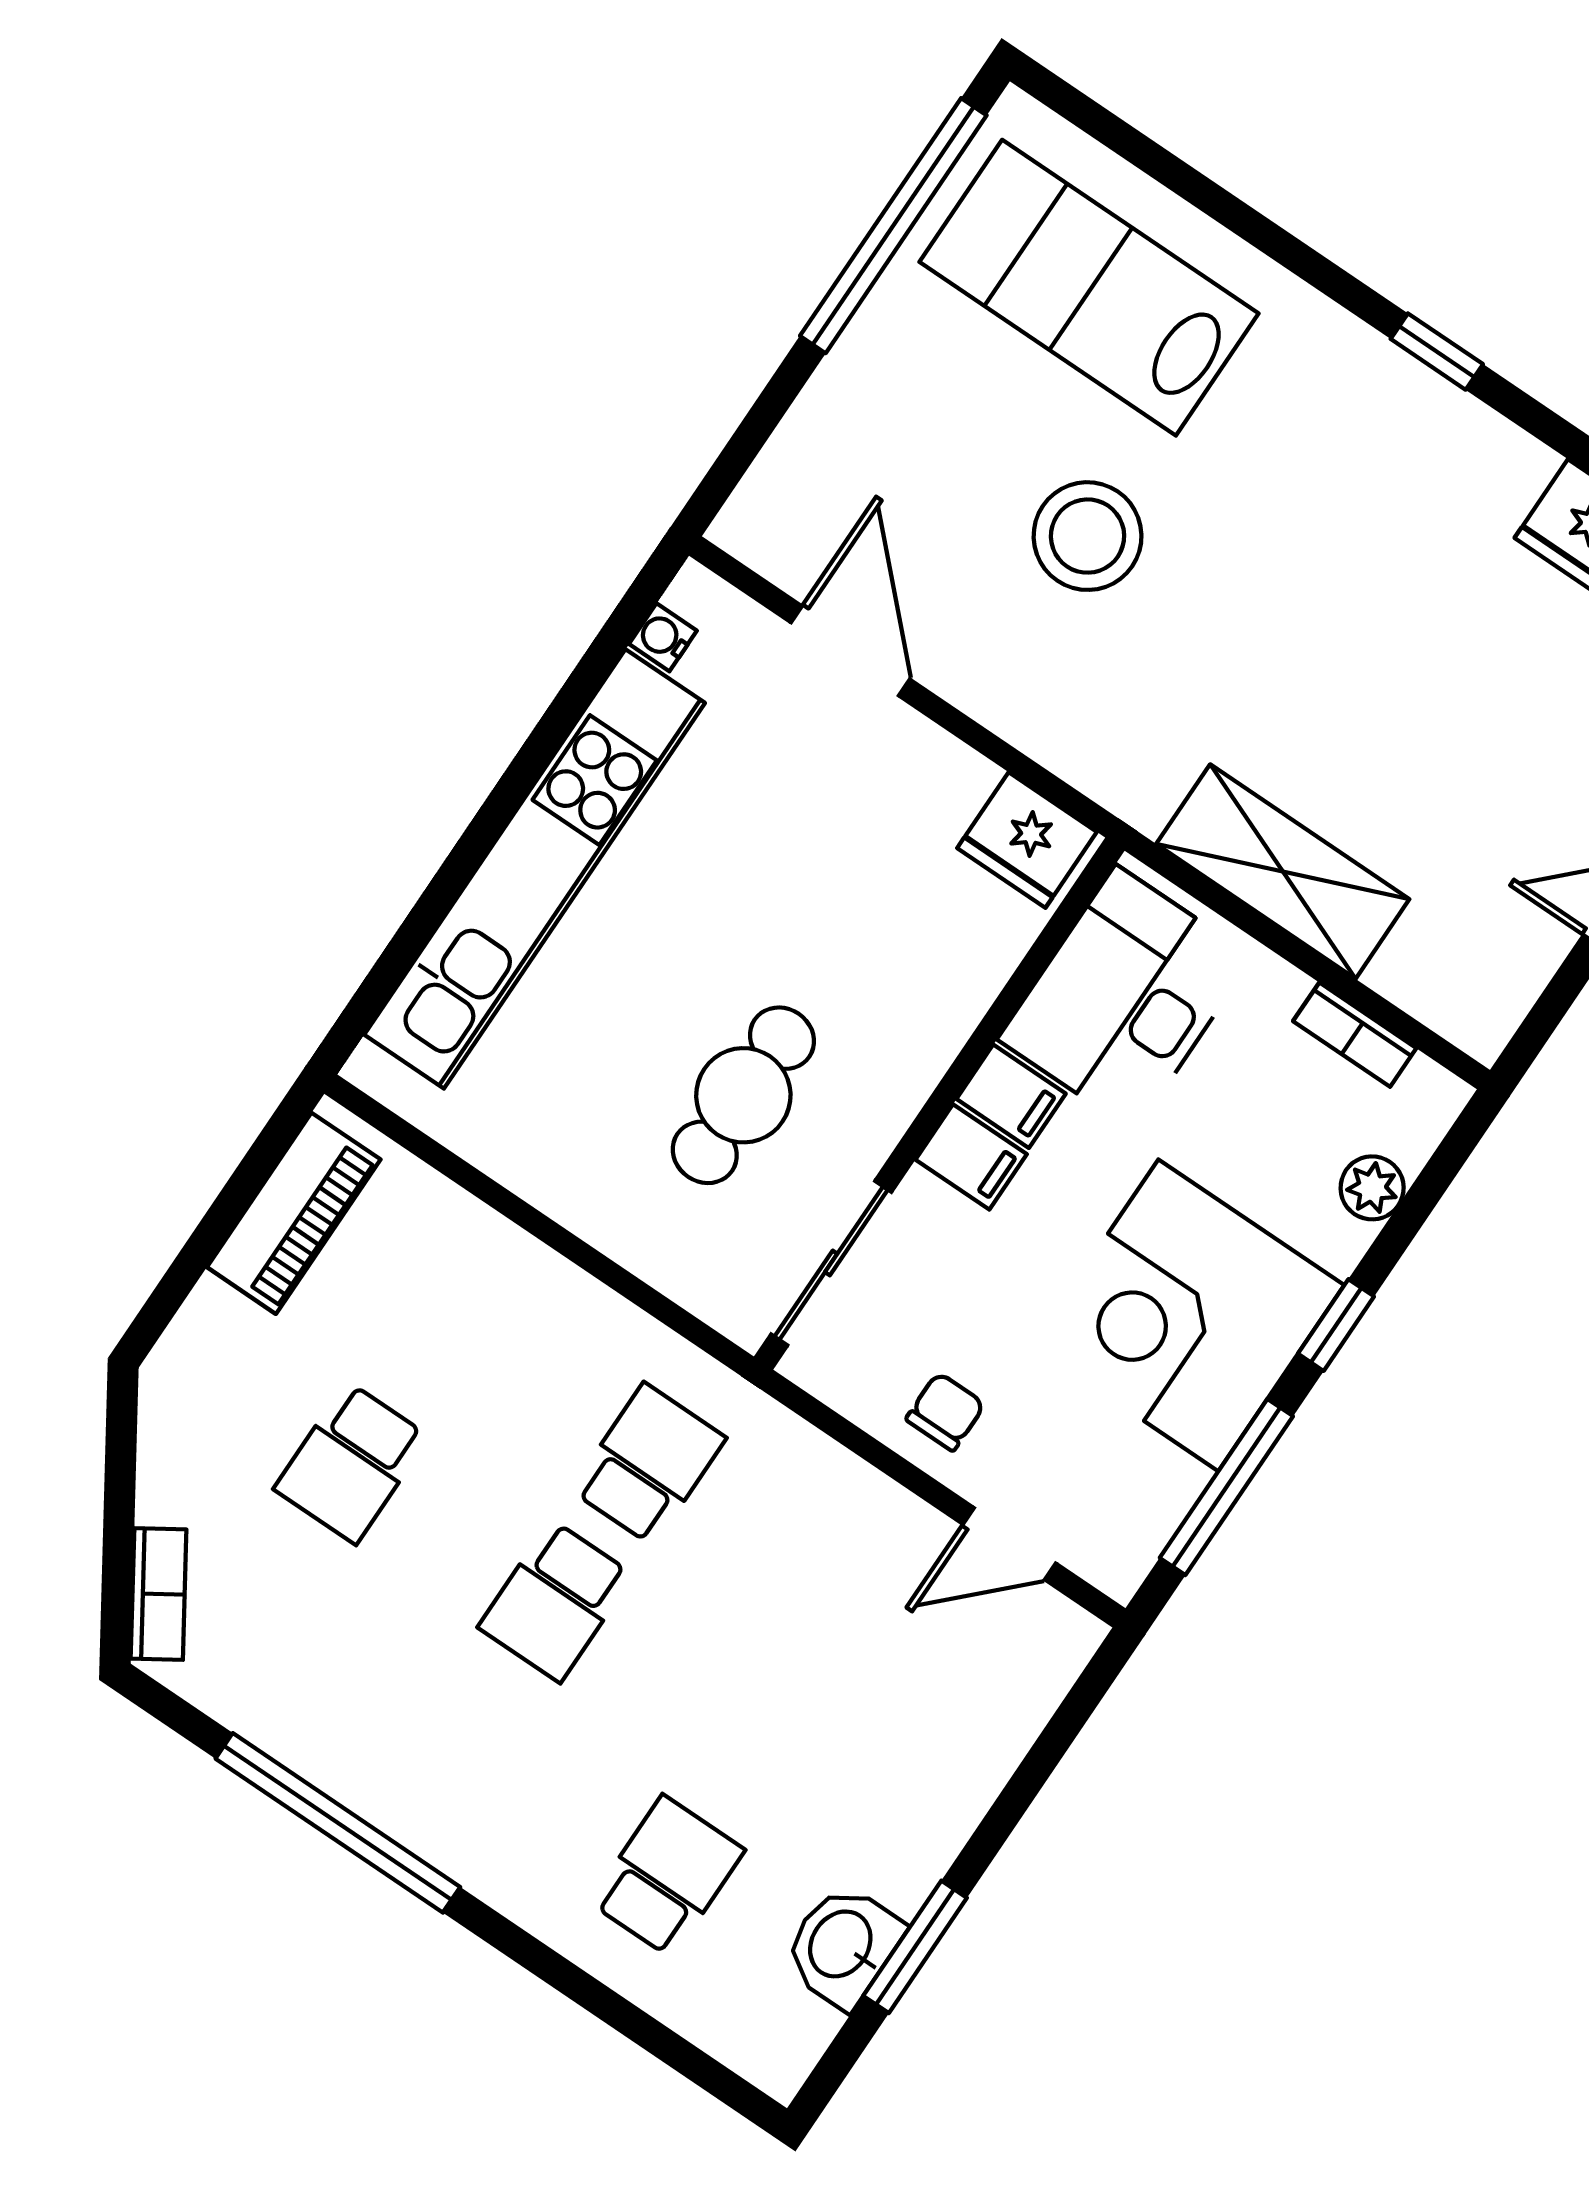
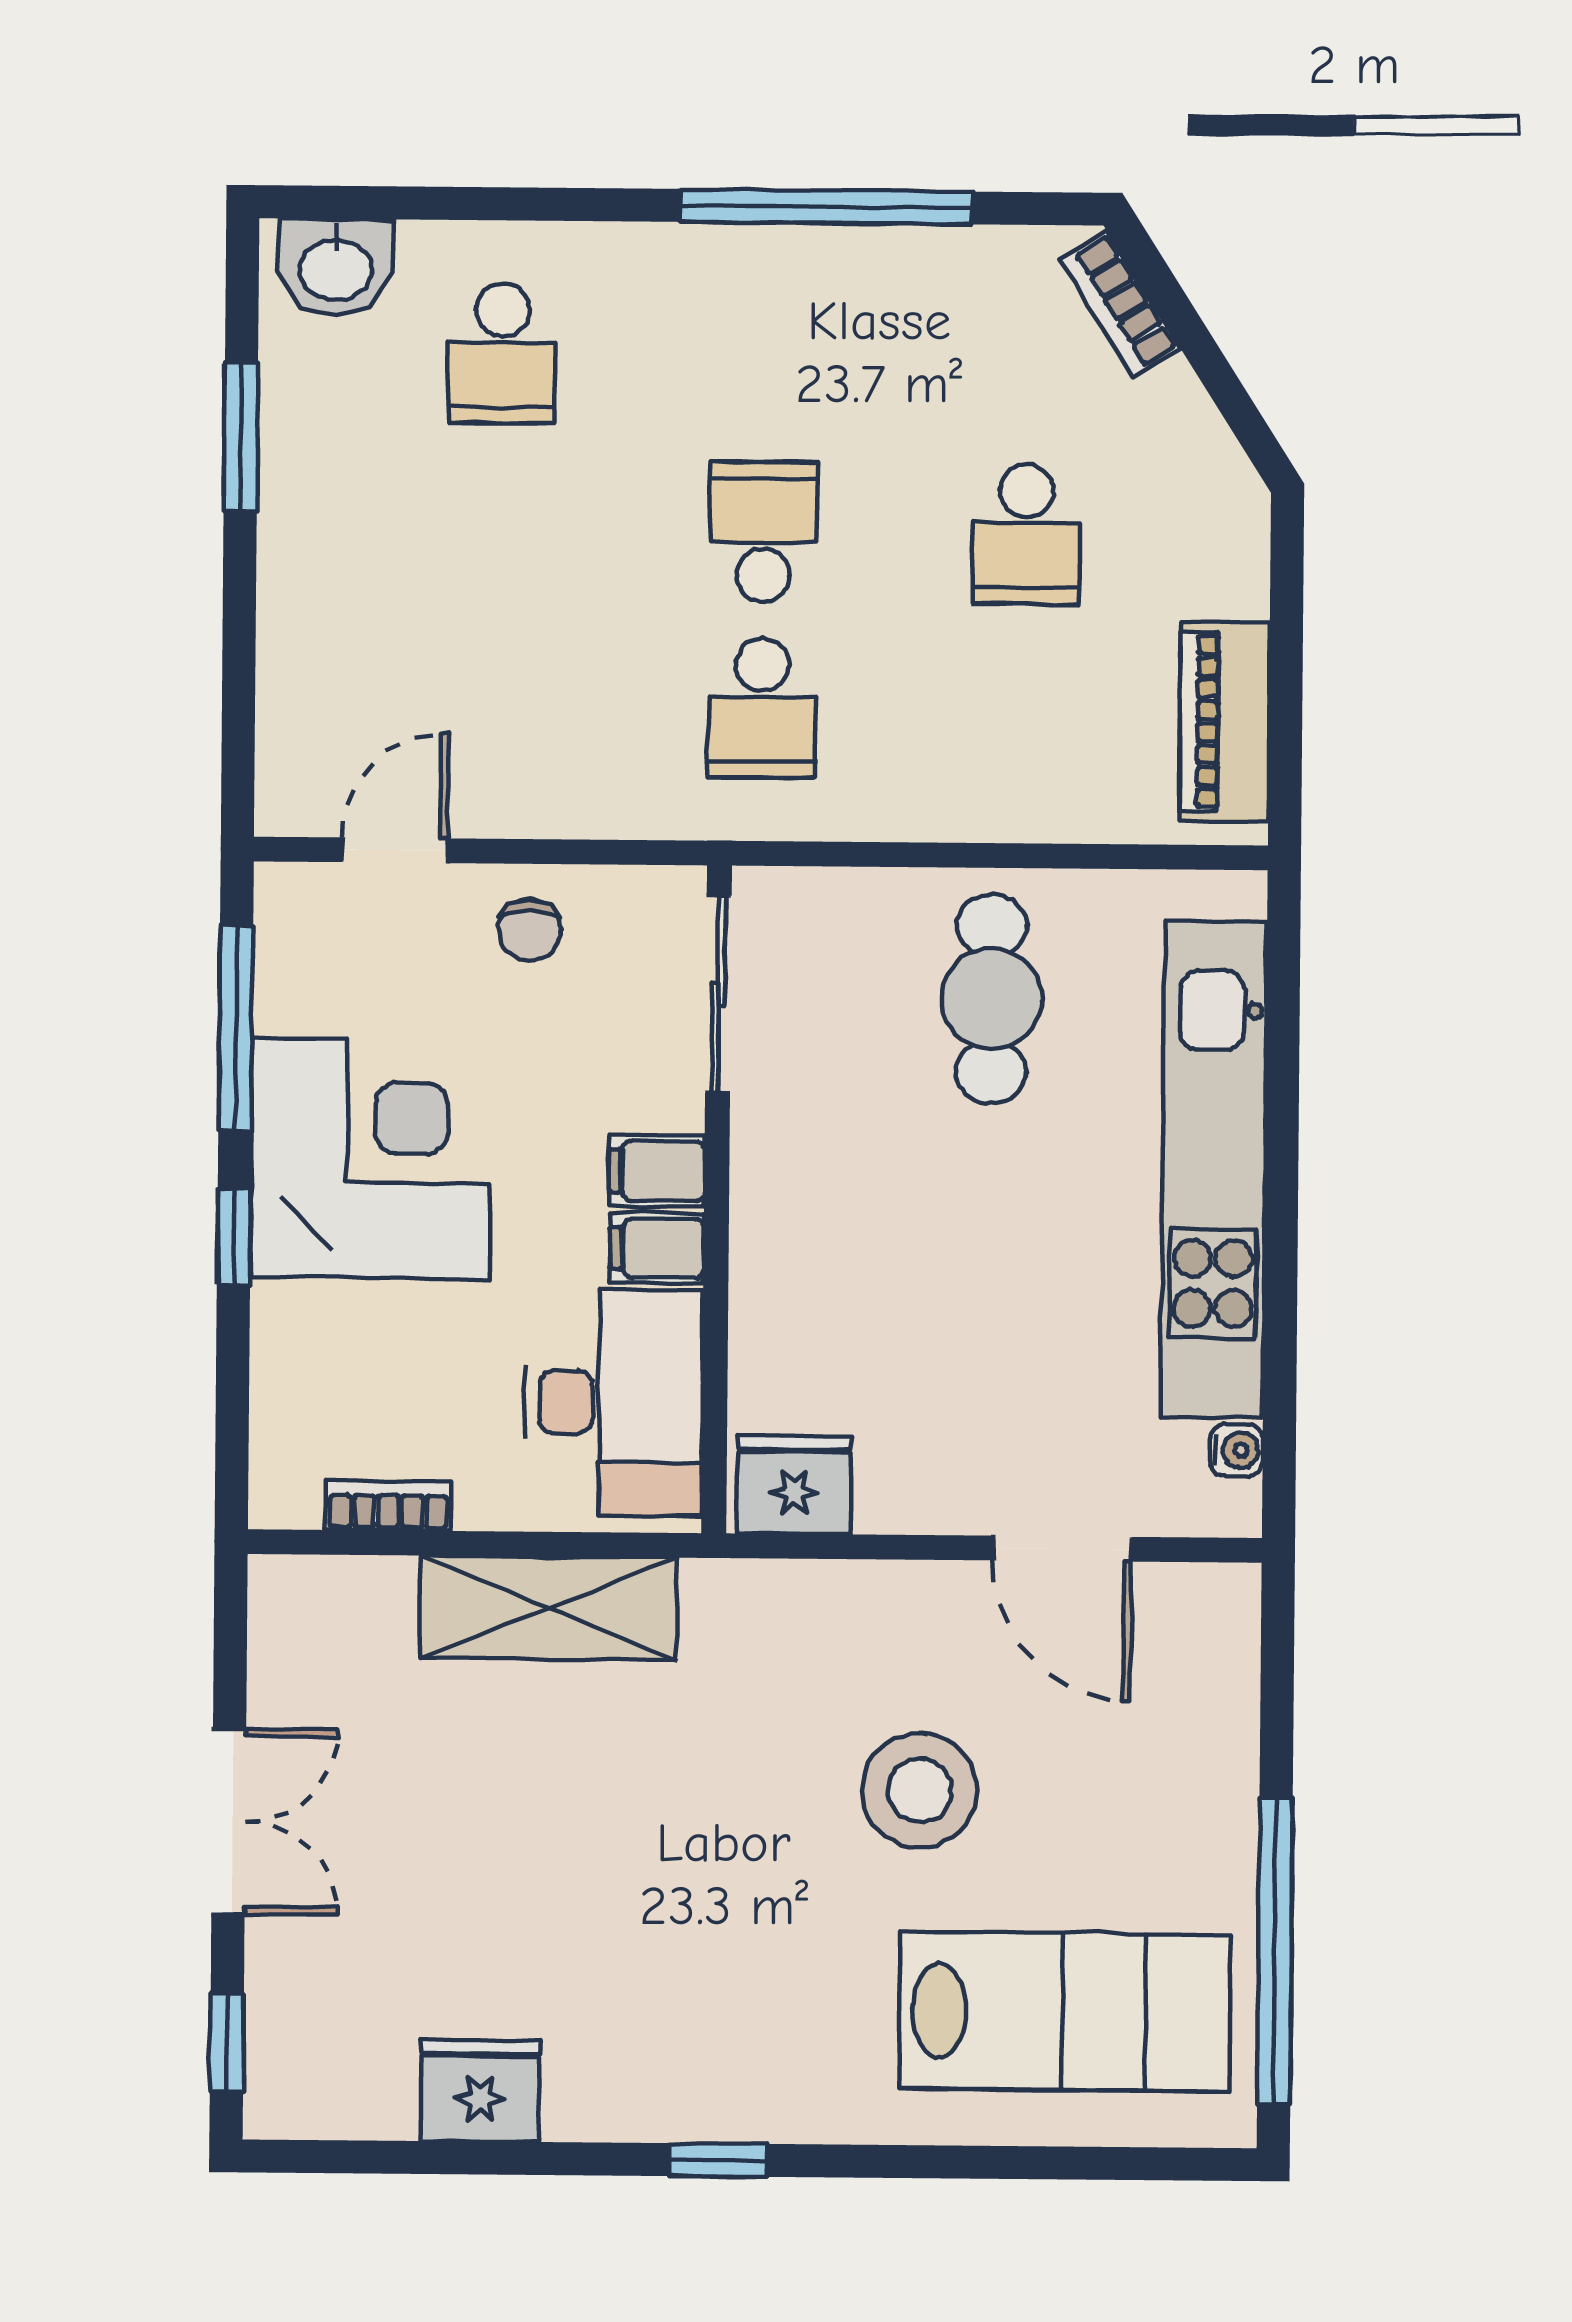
cafe table: (743, 1095) -> (991, 999), moved
plant: (1372, 1188) -> (283, 1380), removed
school desk: (351, 1463) -> (1026, 534), turned 180
washbasin: (843, 1945) -> (336, 267), moved, turned 90

